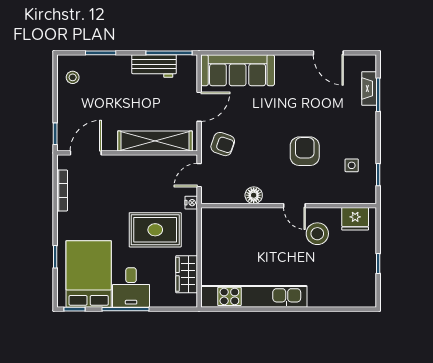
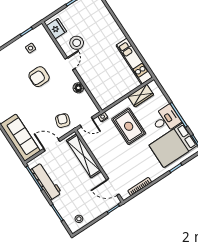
workbench: (154, 66) -> (46, 181), width x1.37
kitchen unit: (254, 296) -> (134, 61), width x0.73

